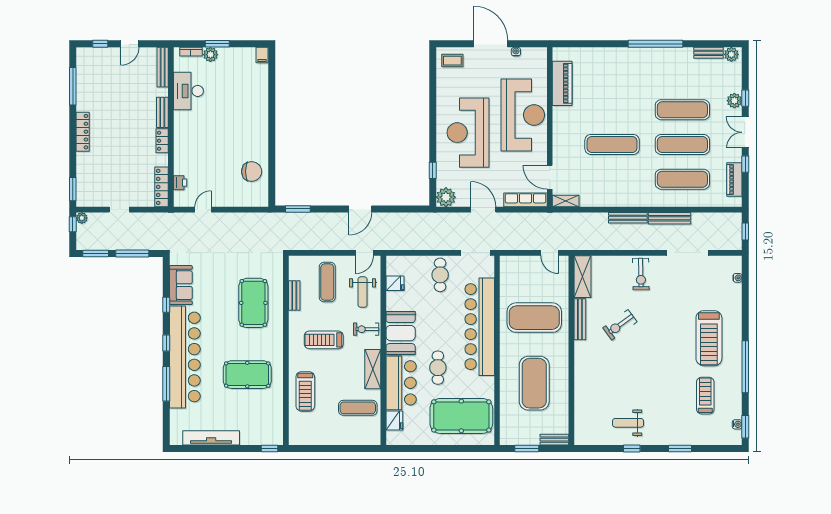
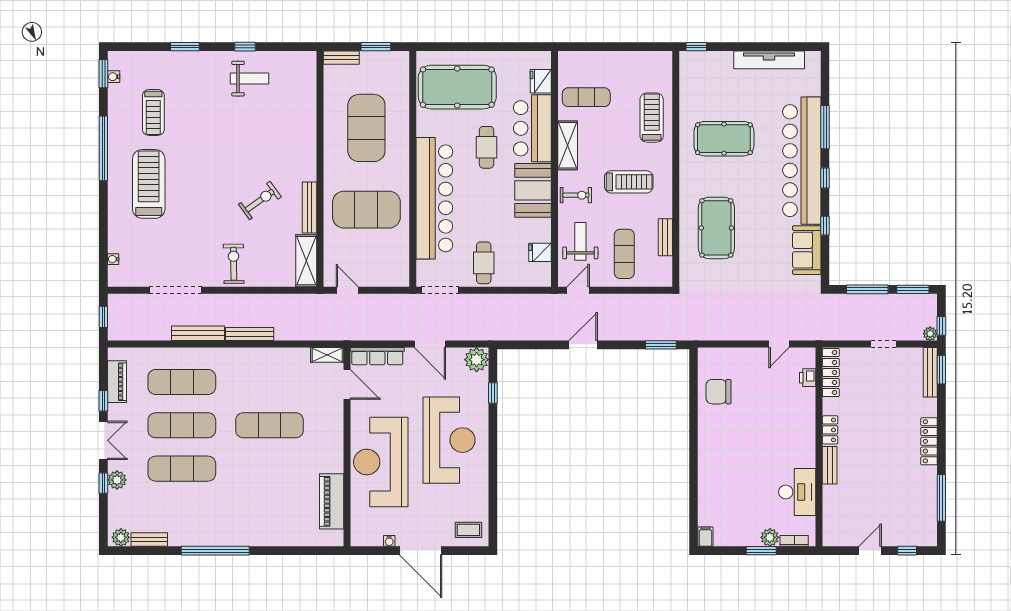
bench: (163, 67) -> (930, 372), moved

